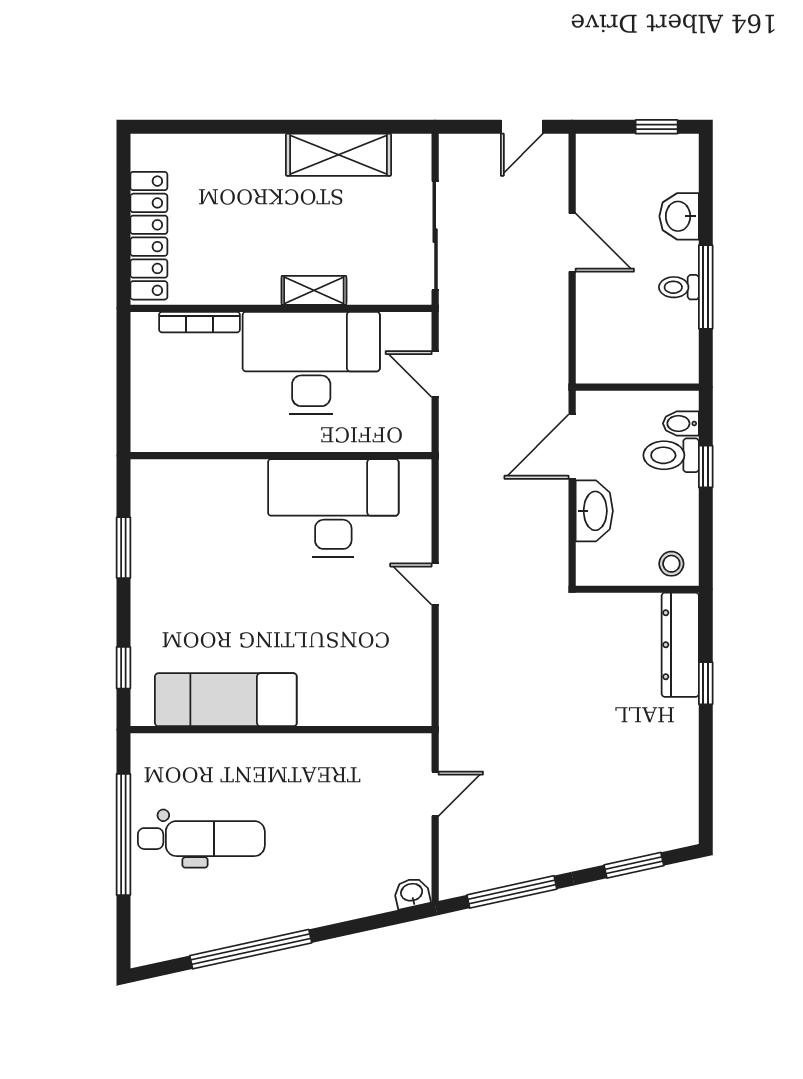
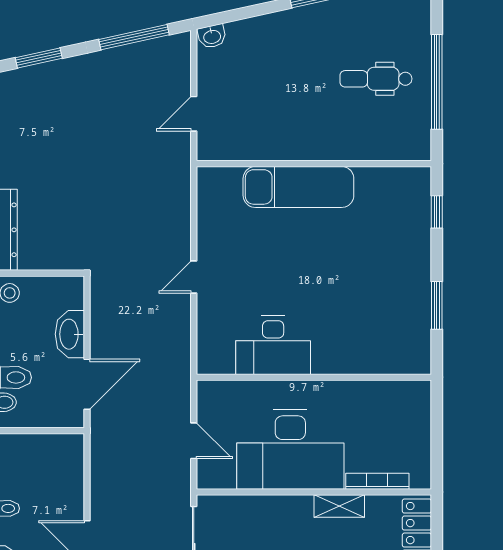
shelving: (314, 290) -> (339, 506), moved
desk: (333, 508) -> (273, 345), width x0.73, depth x0.77
door: (435, 584) -> (194, 277), swing flipped
exam couch: (226, 700) -> (298, 187), moved
dental chair: (201, 839) -> (376, 79), width x0.73, depth x0.72

